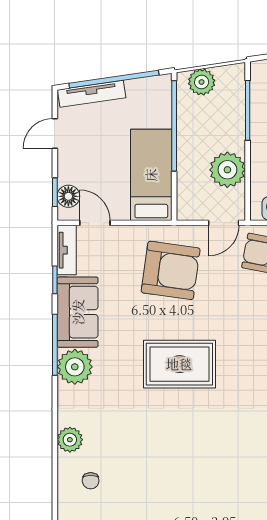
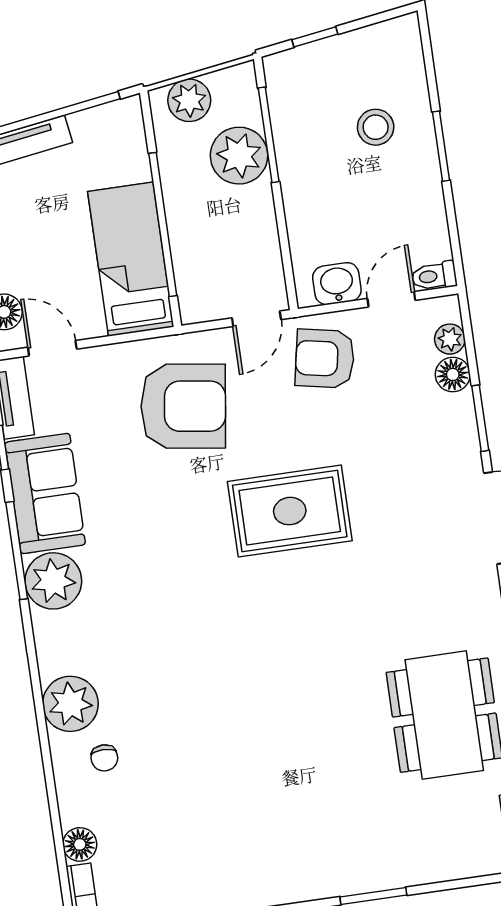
window: (174, 126) -> (163, 224), moved
plant: (227, 170) -> (239, 156), moved
rug: (179, 364) -> (290, 511), moved
plant: (70, 440) -> (70, 704), width x1.36, depth x1.36

